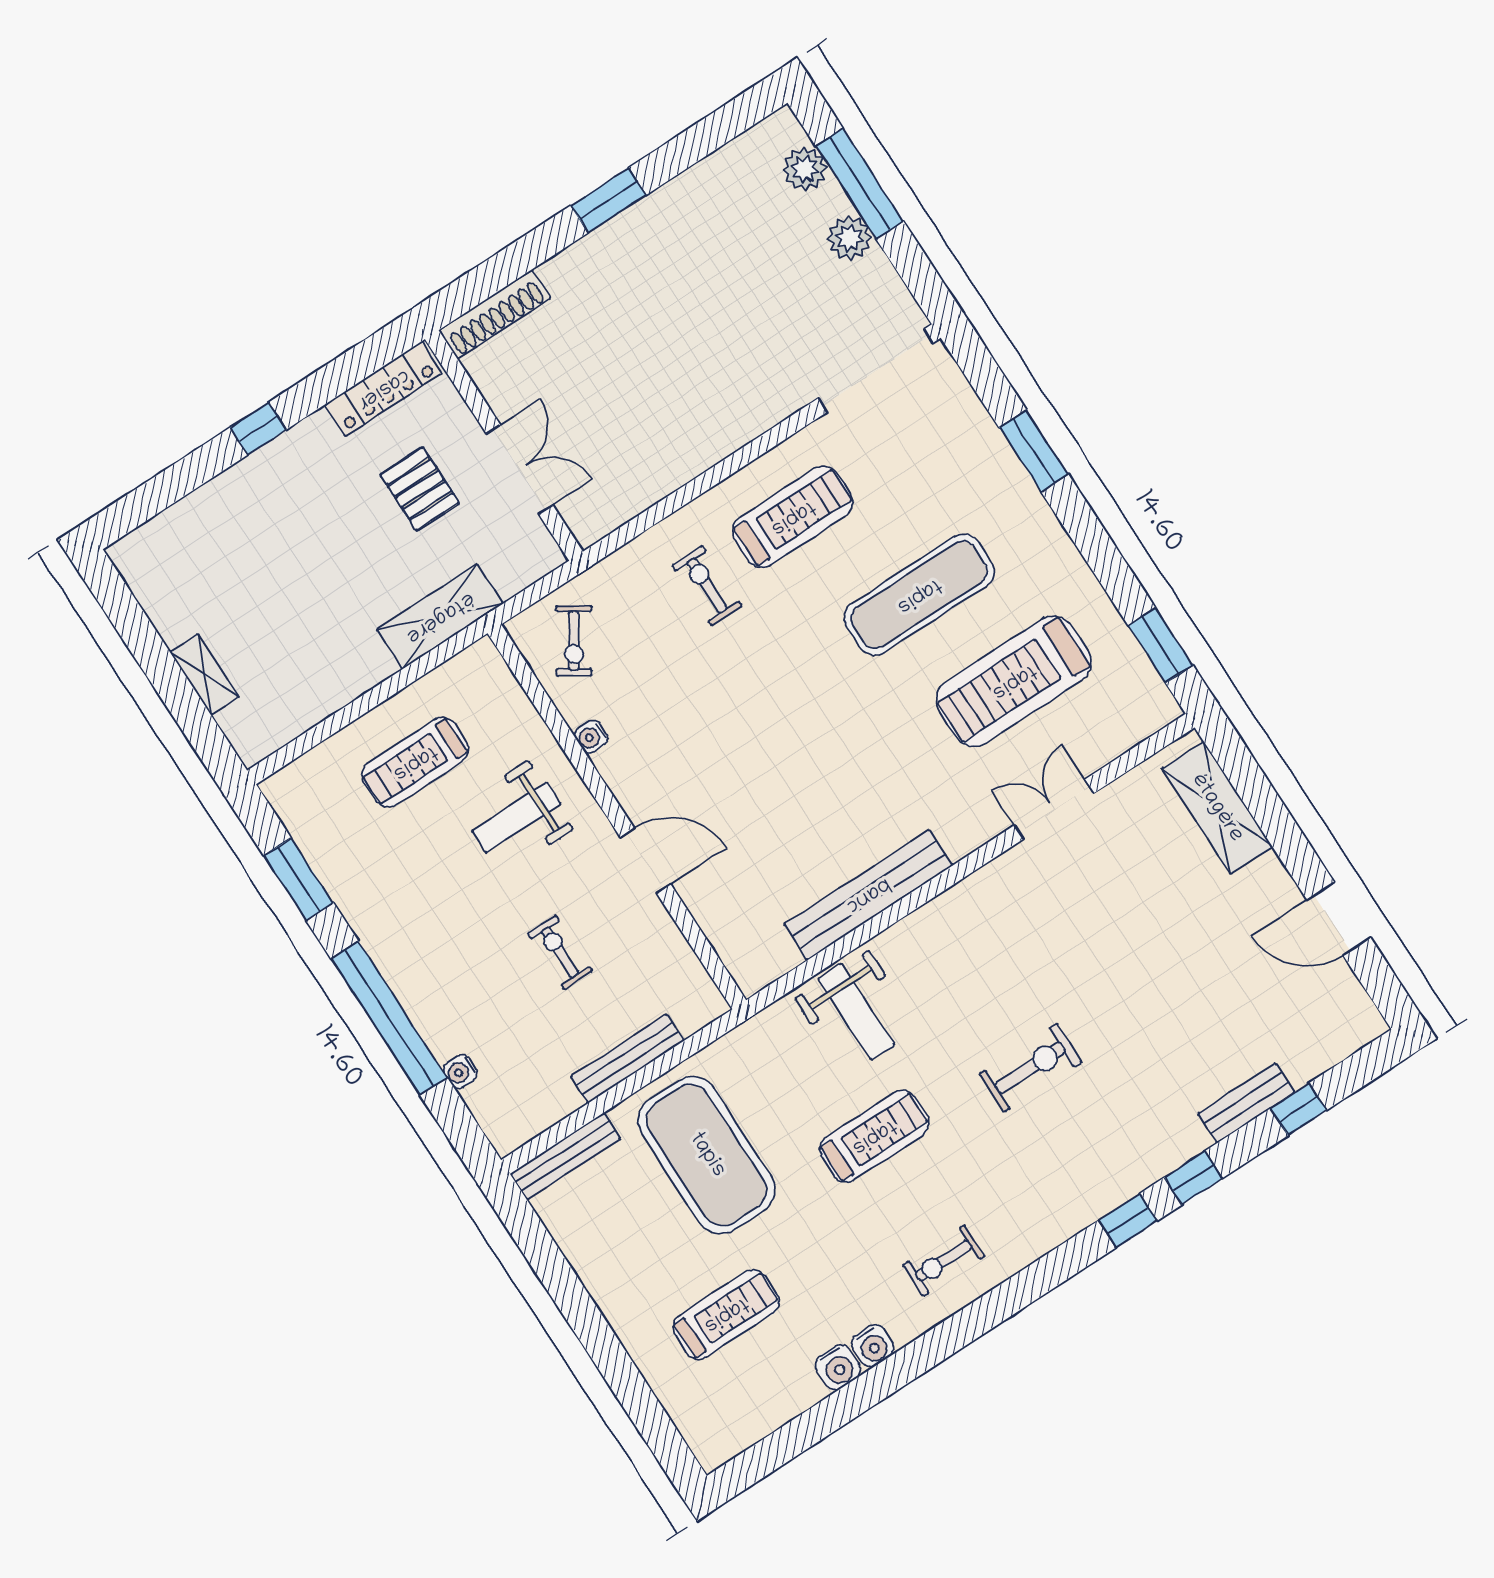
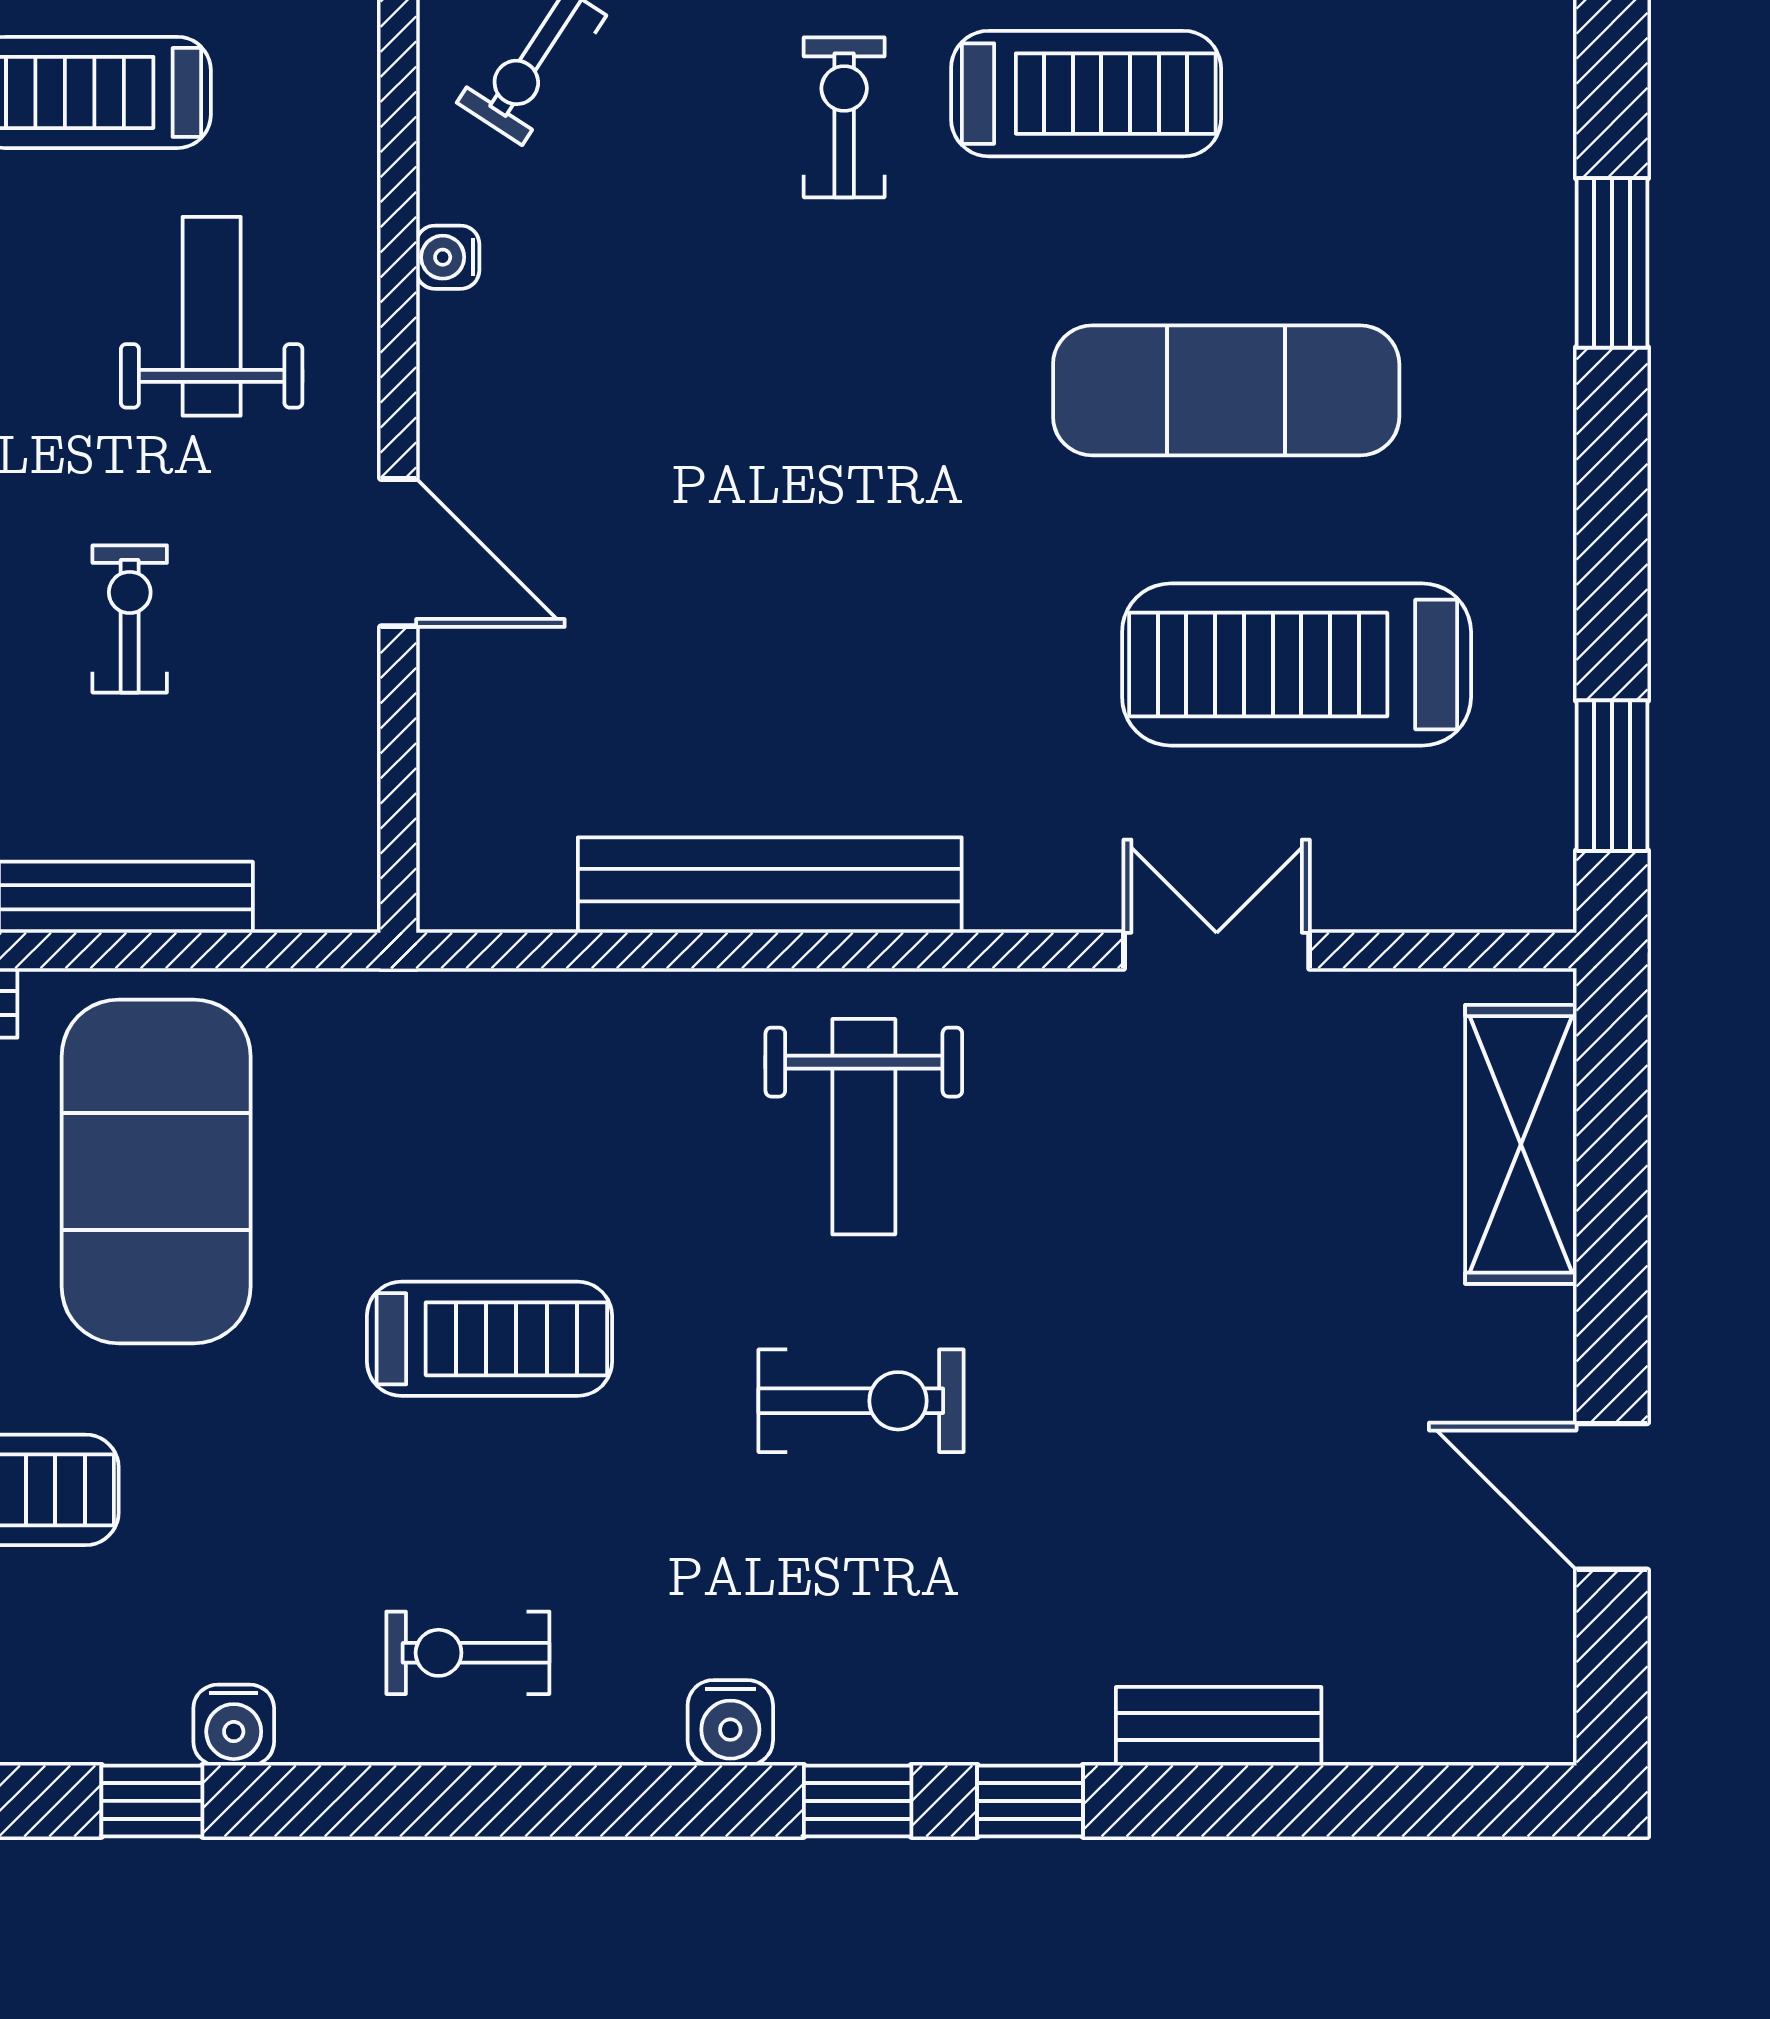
weight bench: (516, 817) -> (212, 316), turned 90
weight bench: (856, 1012) -> (864, 1127), moved
window: (1299, 1109) -> (152, 1801), moved
water cooler: (838, 1367) -> (730, 1723), moved

